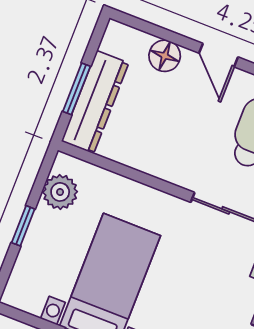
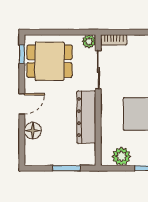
dresser: (95, 102) -> (86, 117), moved, turned -90

